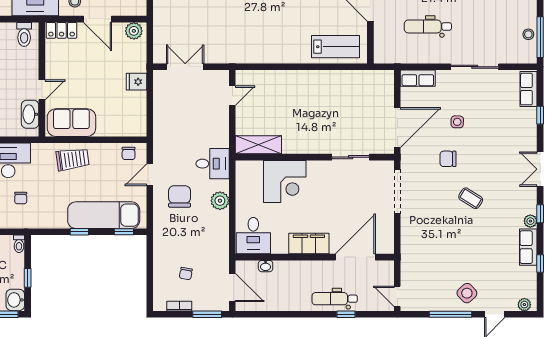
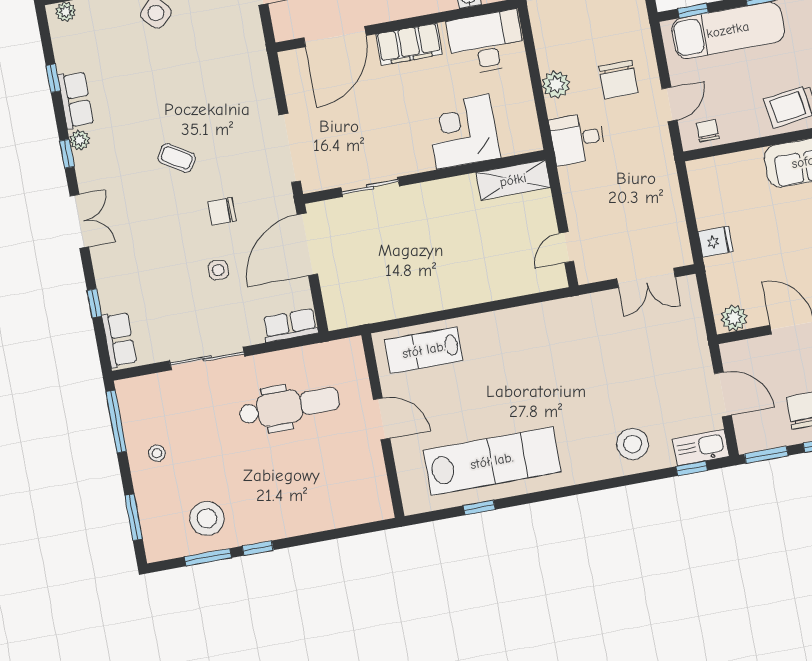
dental chair: (428, 26) -> (289, 406), width x1.36, depth x1.38
stool: (528, 34) -> (157, 453), moved
chair: (448, 159) -> (222, 211), turned 180
desk: (253, 236) -> (486, 43), width x1.37

